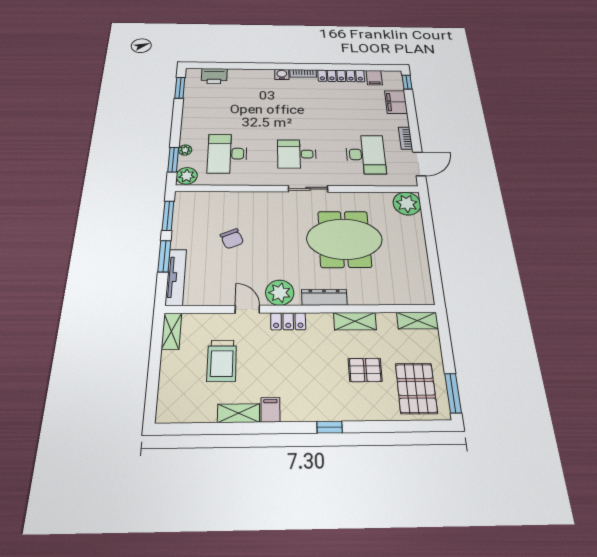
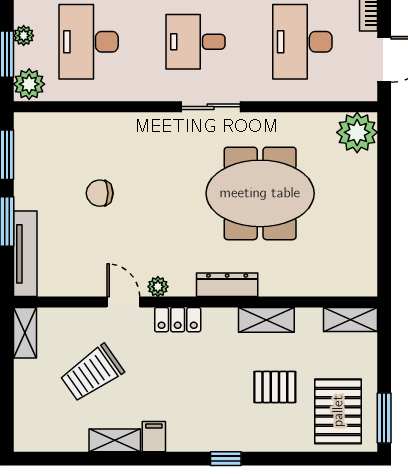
desk: (366, 154) -> (302, 42), turned 180
chair: (232, 239) -> (100, 193), turned 113
plant: (280, 293) -> (158, 287), width x0.53, depth x0.53
trolley: (222, 361) -> (92, 373), turned 55

